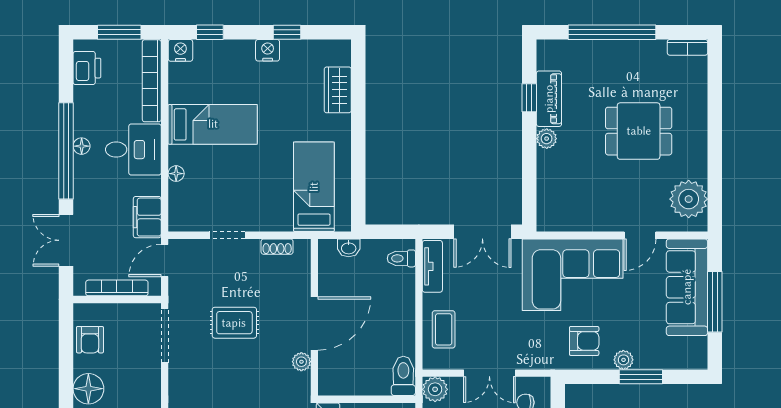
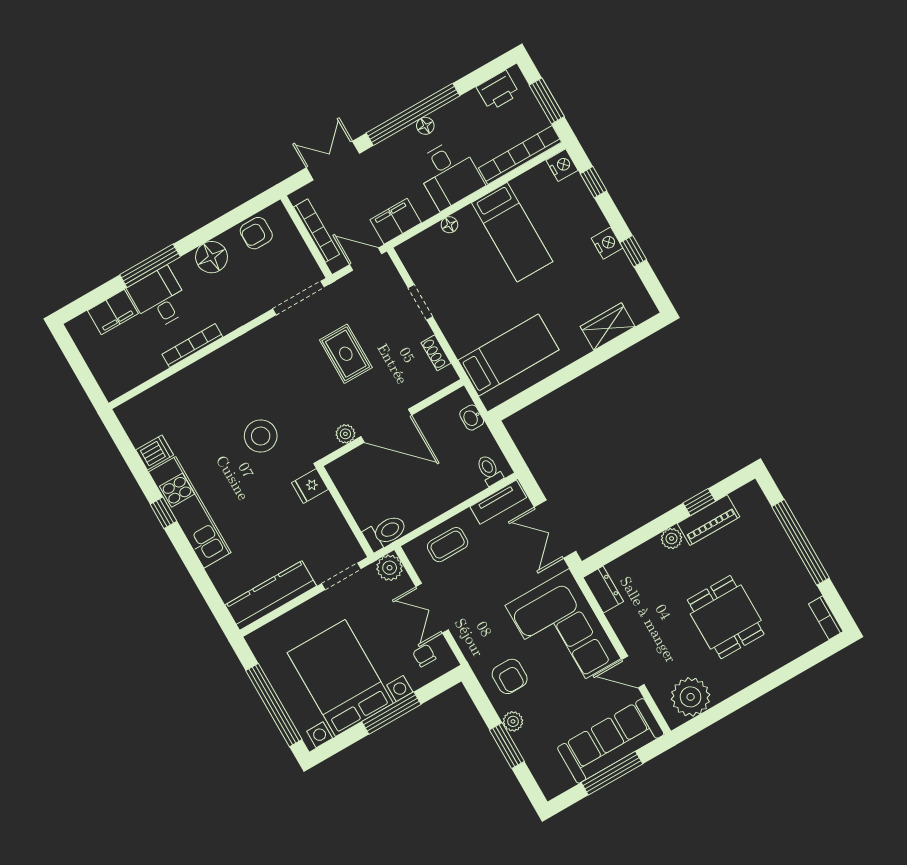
dresser: (556, 221) -> (603, 590), added

